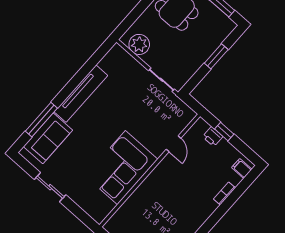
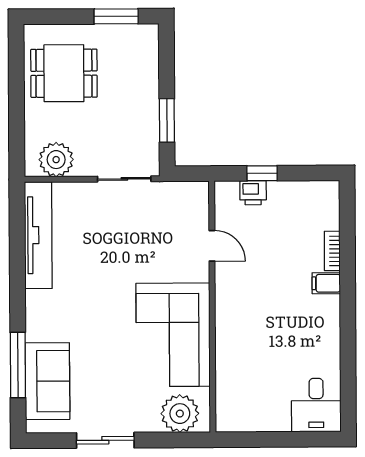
window: (216, 56) -> (167, 120), moved
tv unit: (81, 94) -> (38, 235), moved
filing cabinet: (242, 168) -> (326, 283), moved
plant: (93, 205) -> (180, 414), added

